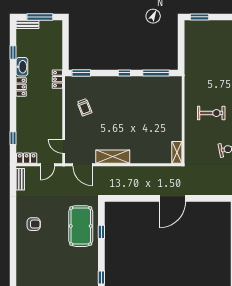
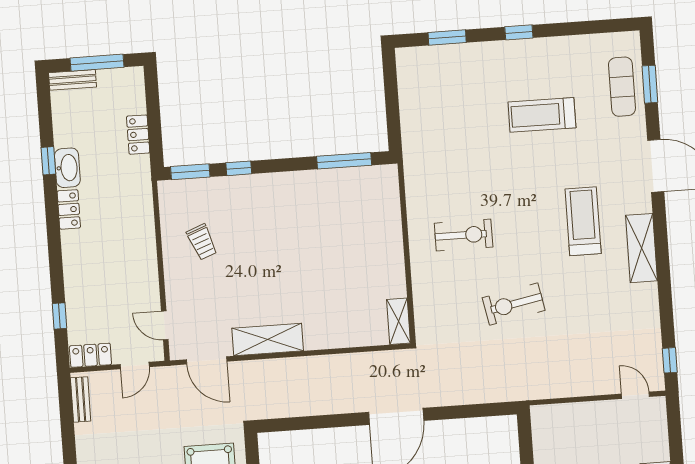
window: (200, 17) -> (447, 38), moved
window: (13, 53) -> (48, 161), moved
window: (124, 73) -> (239, 168), moved
locker: (57, 79) -> (138, 135), moved

